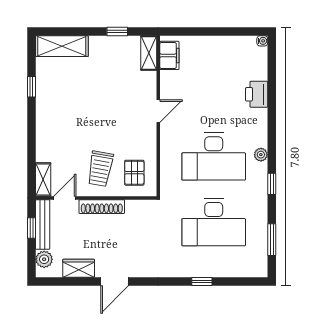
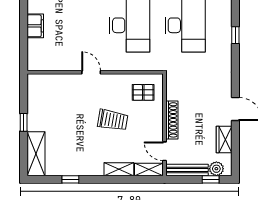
window: (117, 31) -> (24, 122), moved
shelving: (149, 53) -> (119, 169), moved
filing cabinet: (169, 55) -> (35, 26), moved, turned 90
trolley: (100, 169) -> (113, 120), moved
window: (31, 228) -> (211, 179), moved

